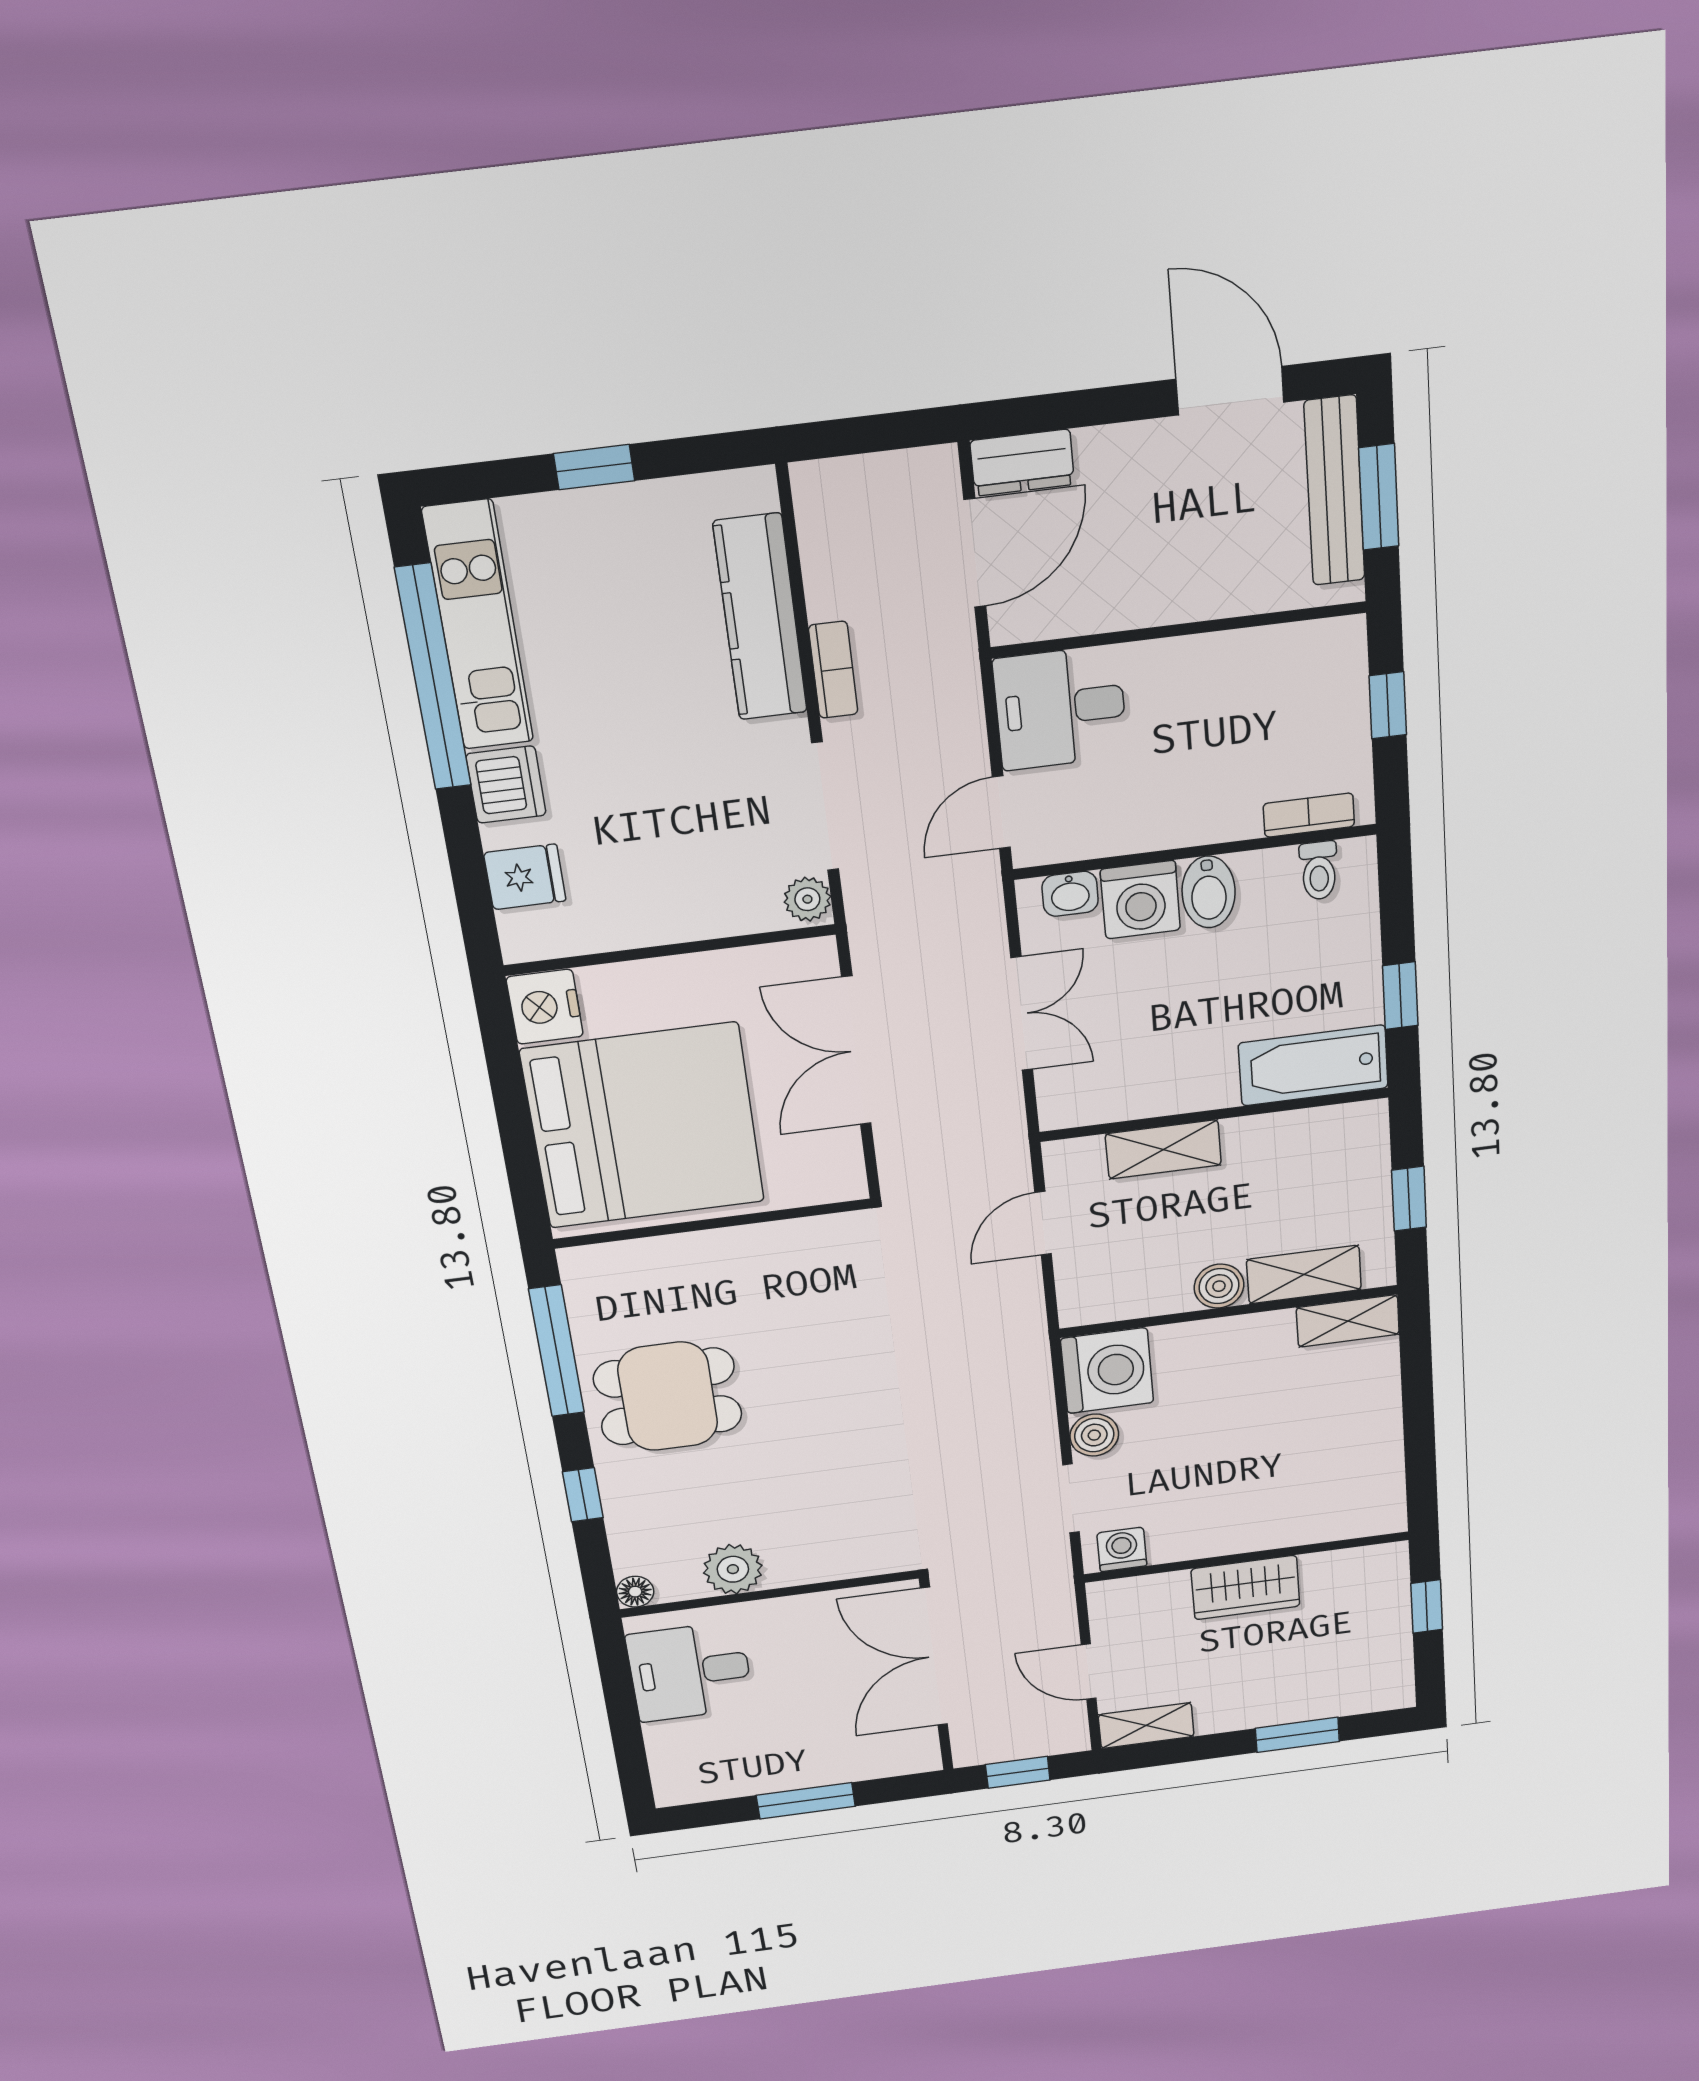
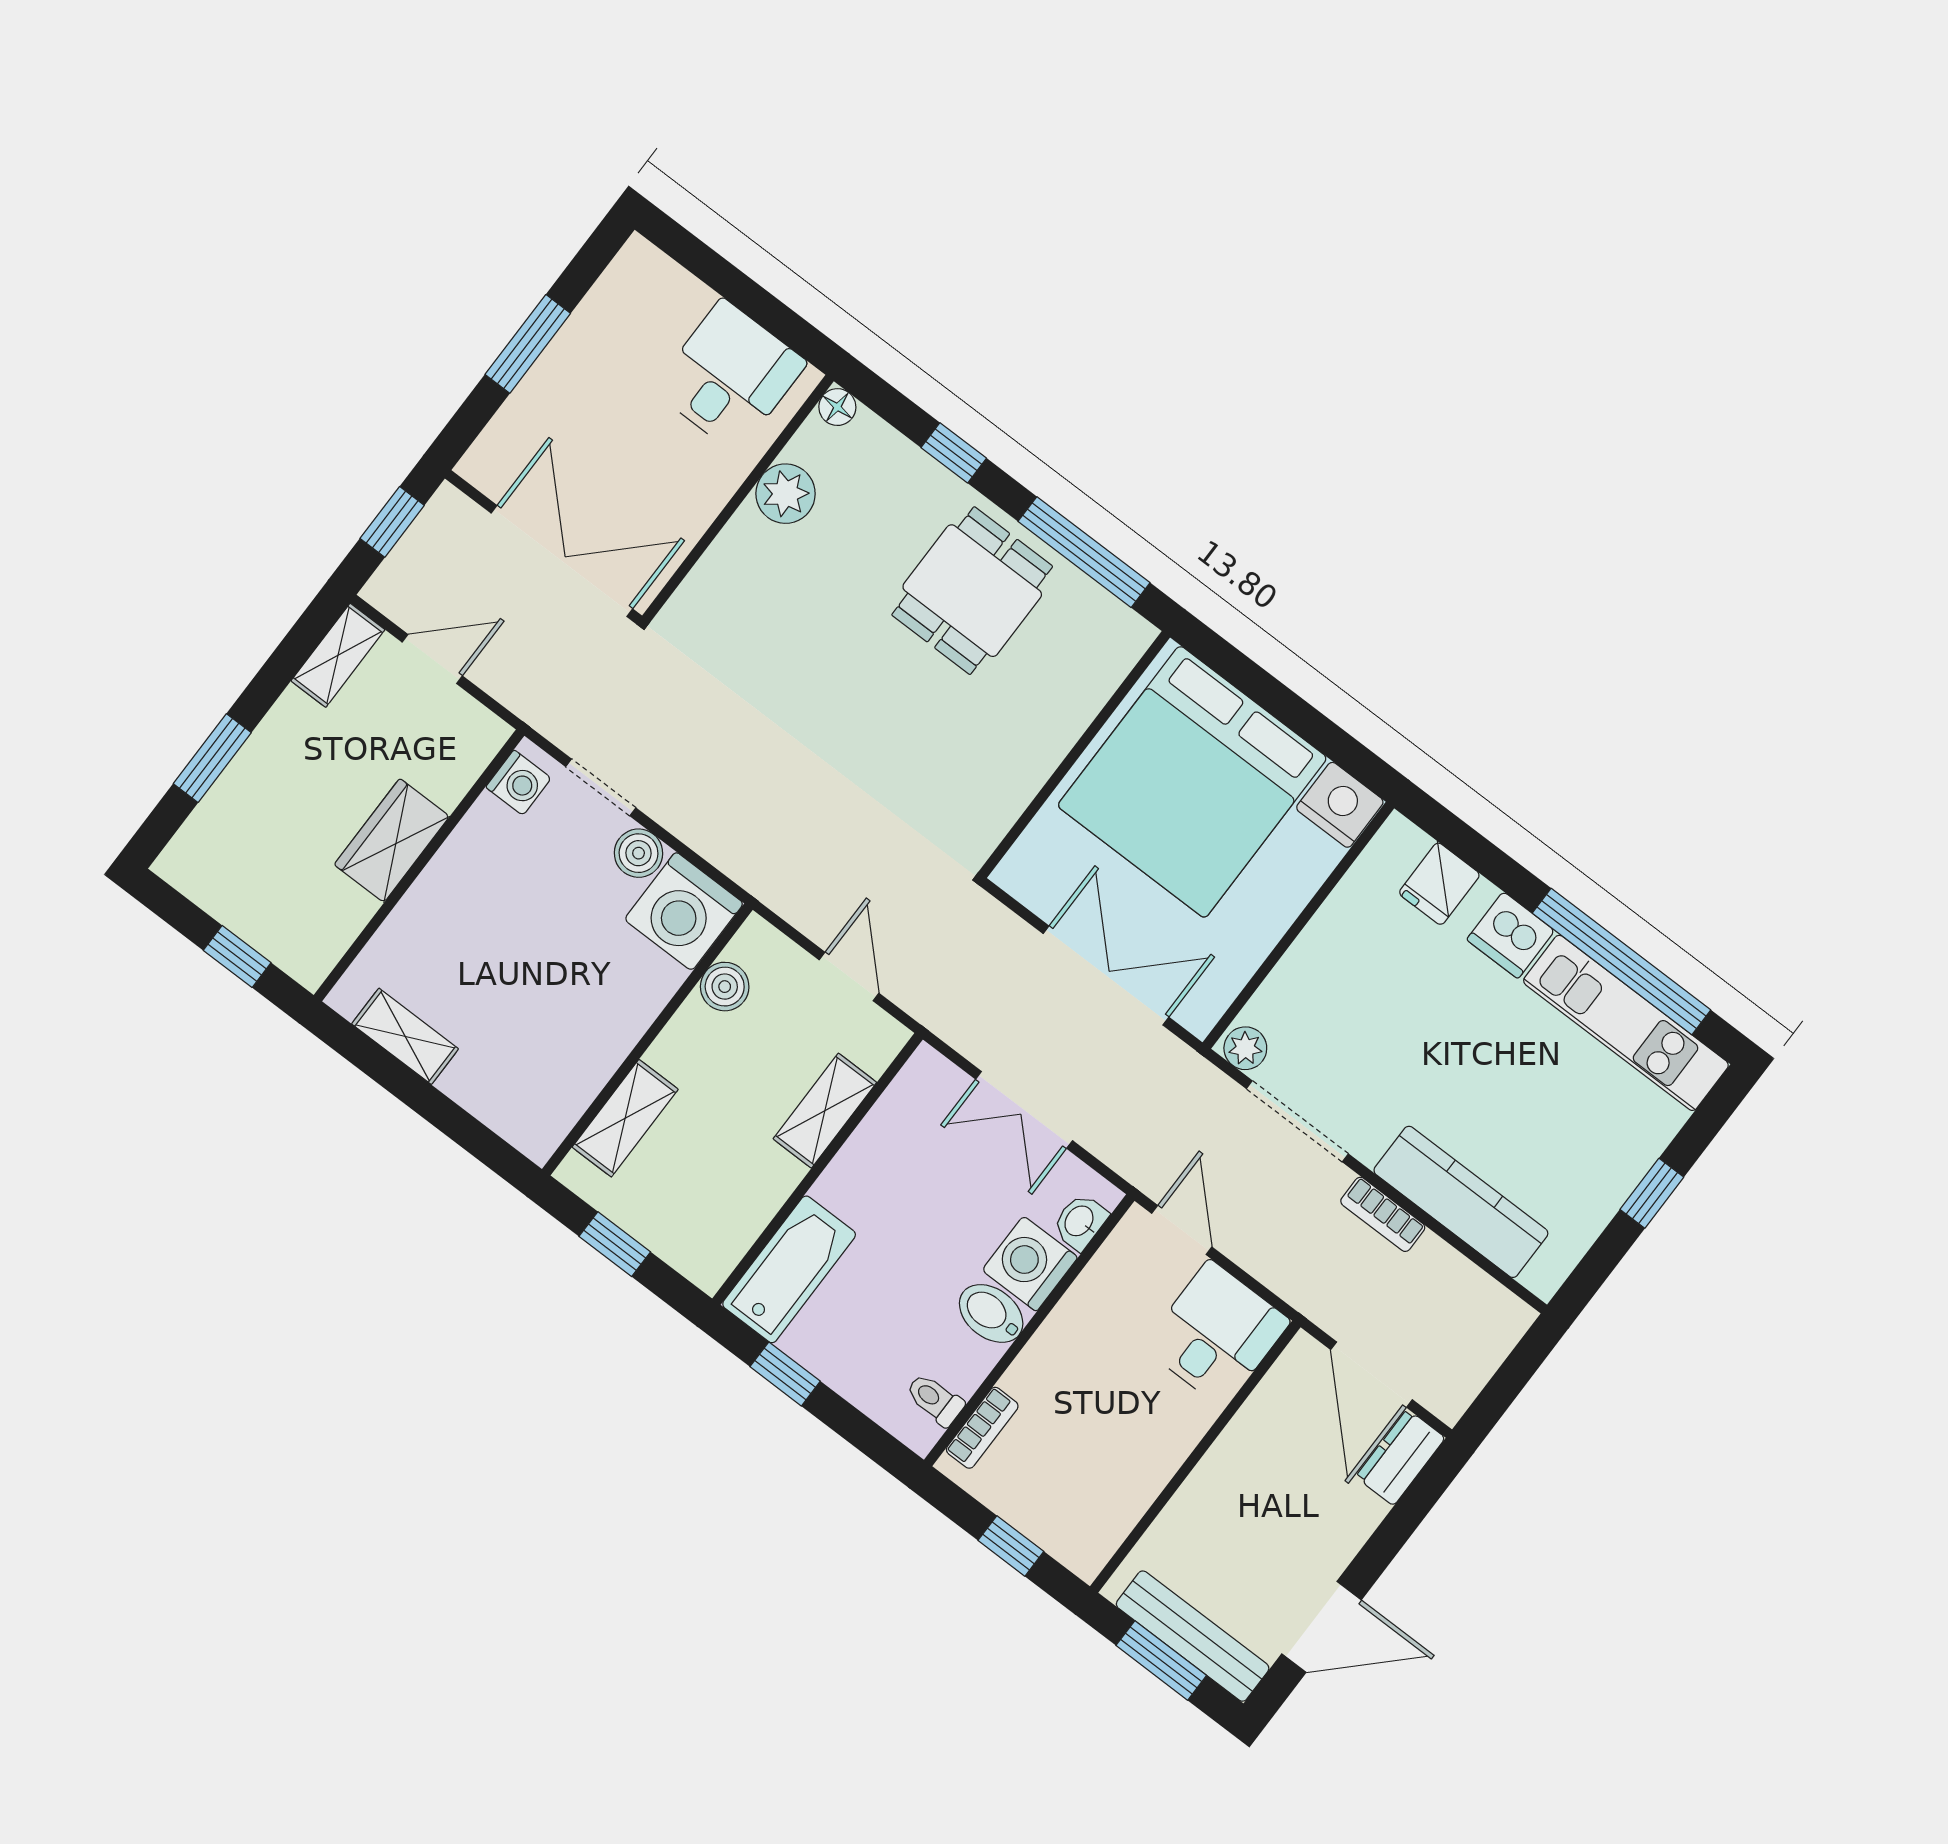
boiler: (1219, 1286) -> (725, 987), moved
shelving: (1348, 1321) -> (405, 1036), moved, turned 90

